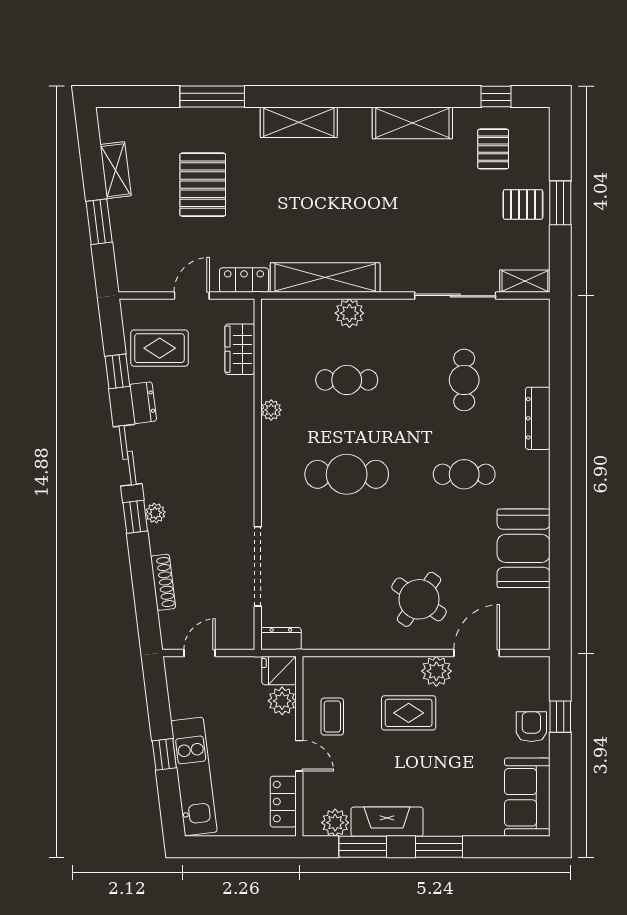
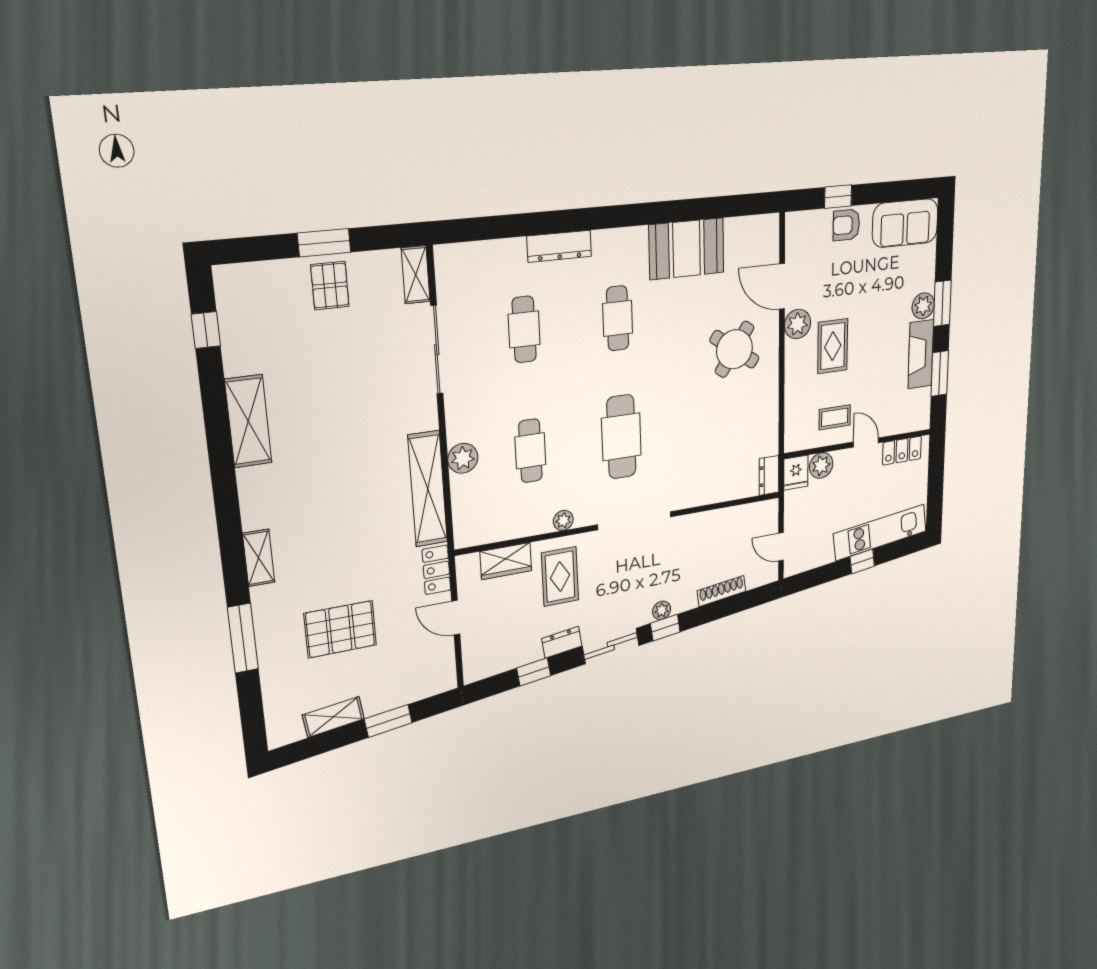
shelving: (299, 122) -> (259, 558), width x0.67, depth x0.75
pallet: (493, 149) -> (269, 326), removed
rug: (160, 348) -> (560, 577), moved
cafe table: (464, 380) -> (524, 329), turned 90
doorway: (258, 566) -> (635, 521), moved
door: (299, 756) -> (866, 442), hinge flipped
plant: (335, 823) -> (923, 306), moved

